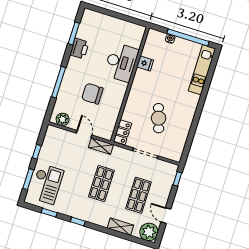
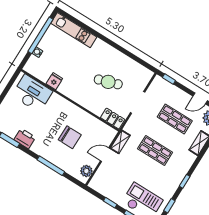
desk: (121, 62) -> (32, 93), moved
chair: (92, 94) -> (70, 137), turned -90

